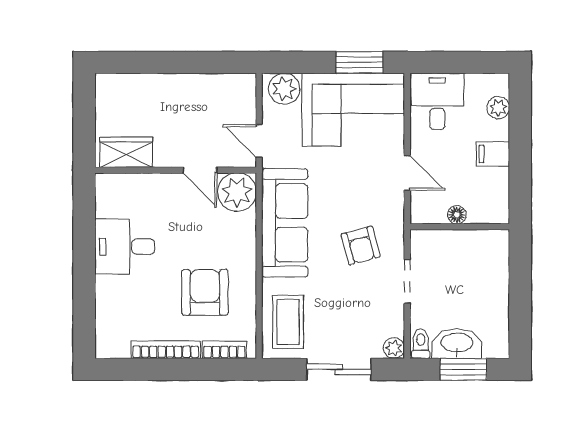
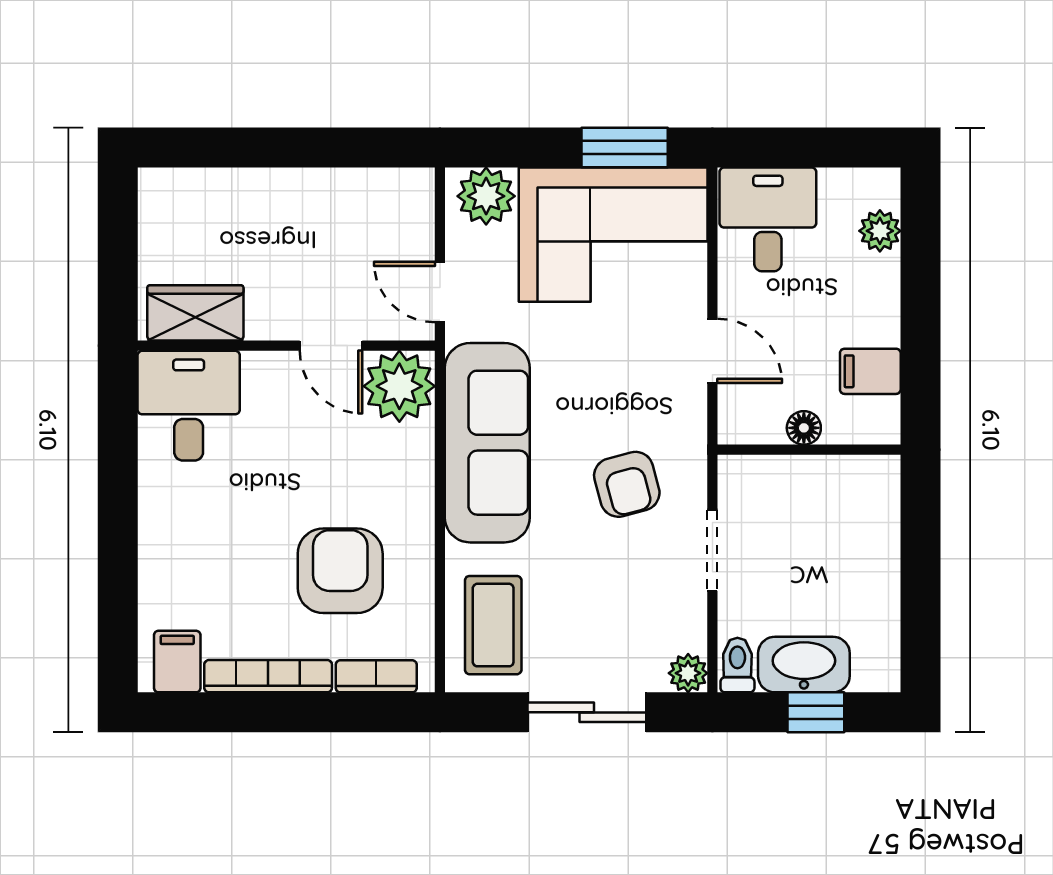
filing cabinet: (493, 154) -> (870, 371), moved
desk: (125, 247) -> (189, 406), moved, turned 90
filing cabinet: (116, 342) -> (177, 662), added
window: (463, 369) -> (816, 712), width x0.67

